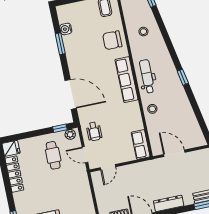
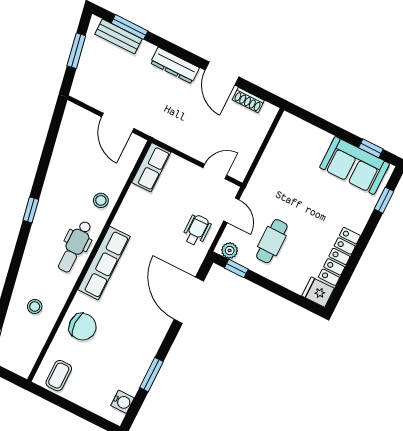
water cooler: (66, 29) -> (122, 402), moved

